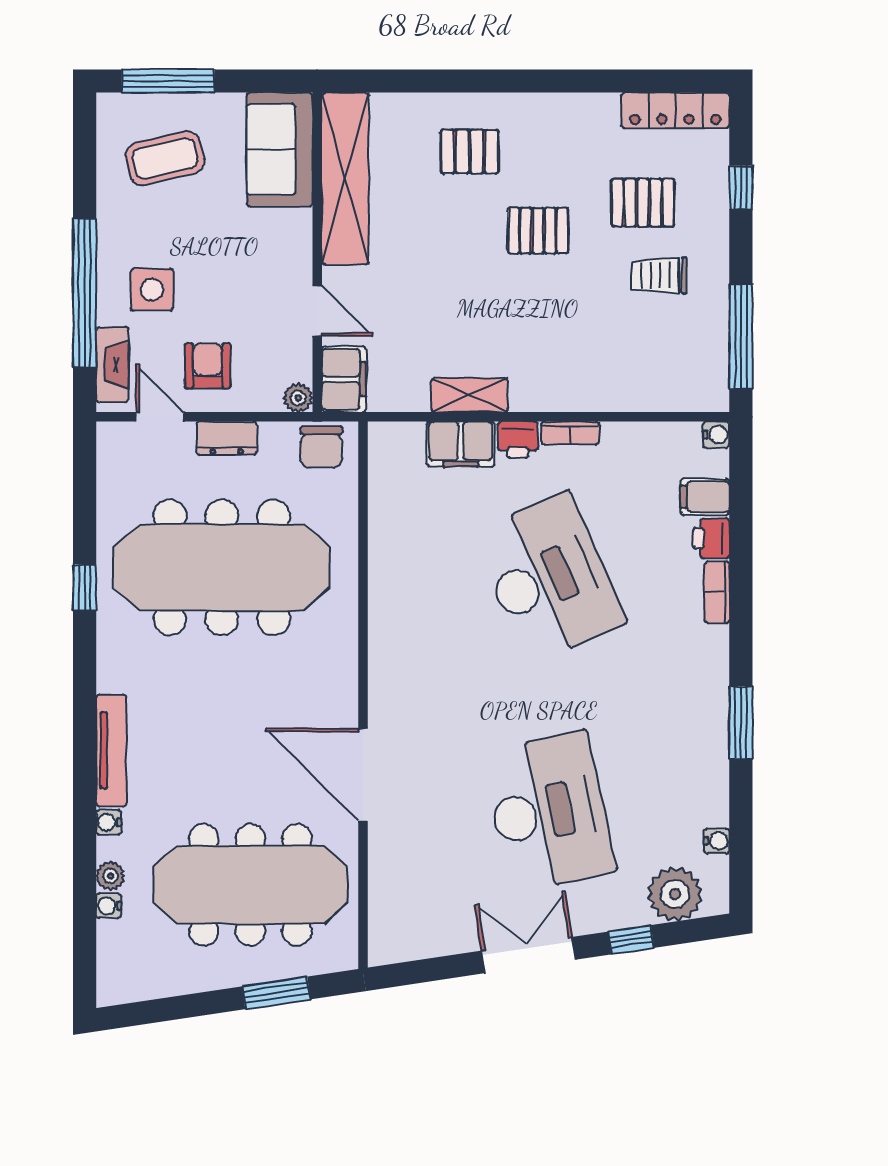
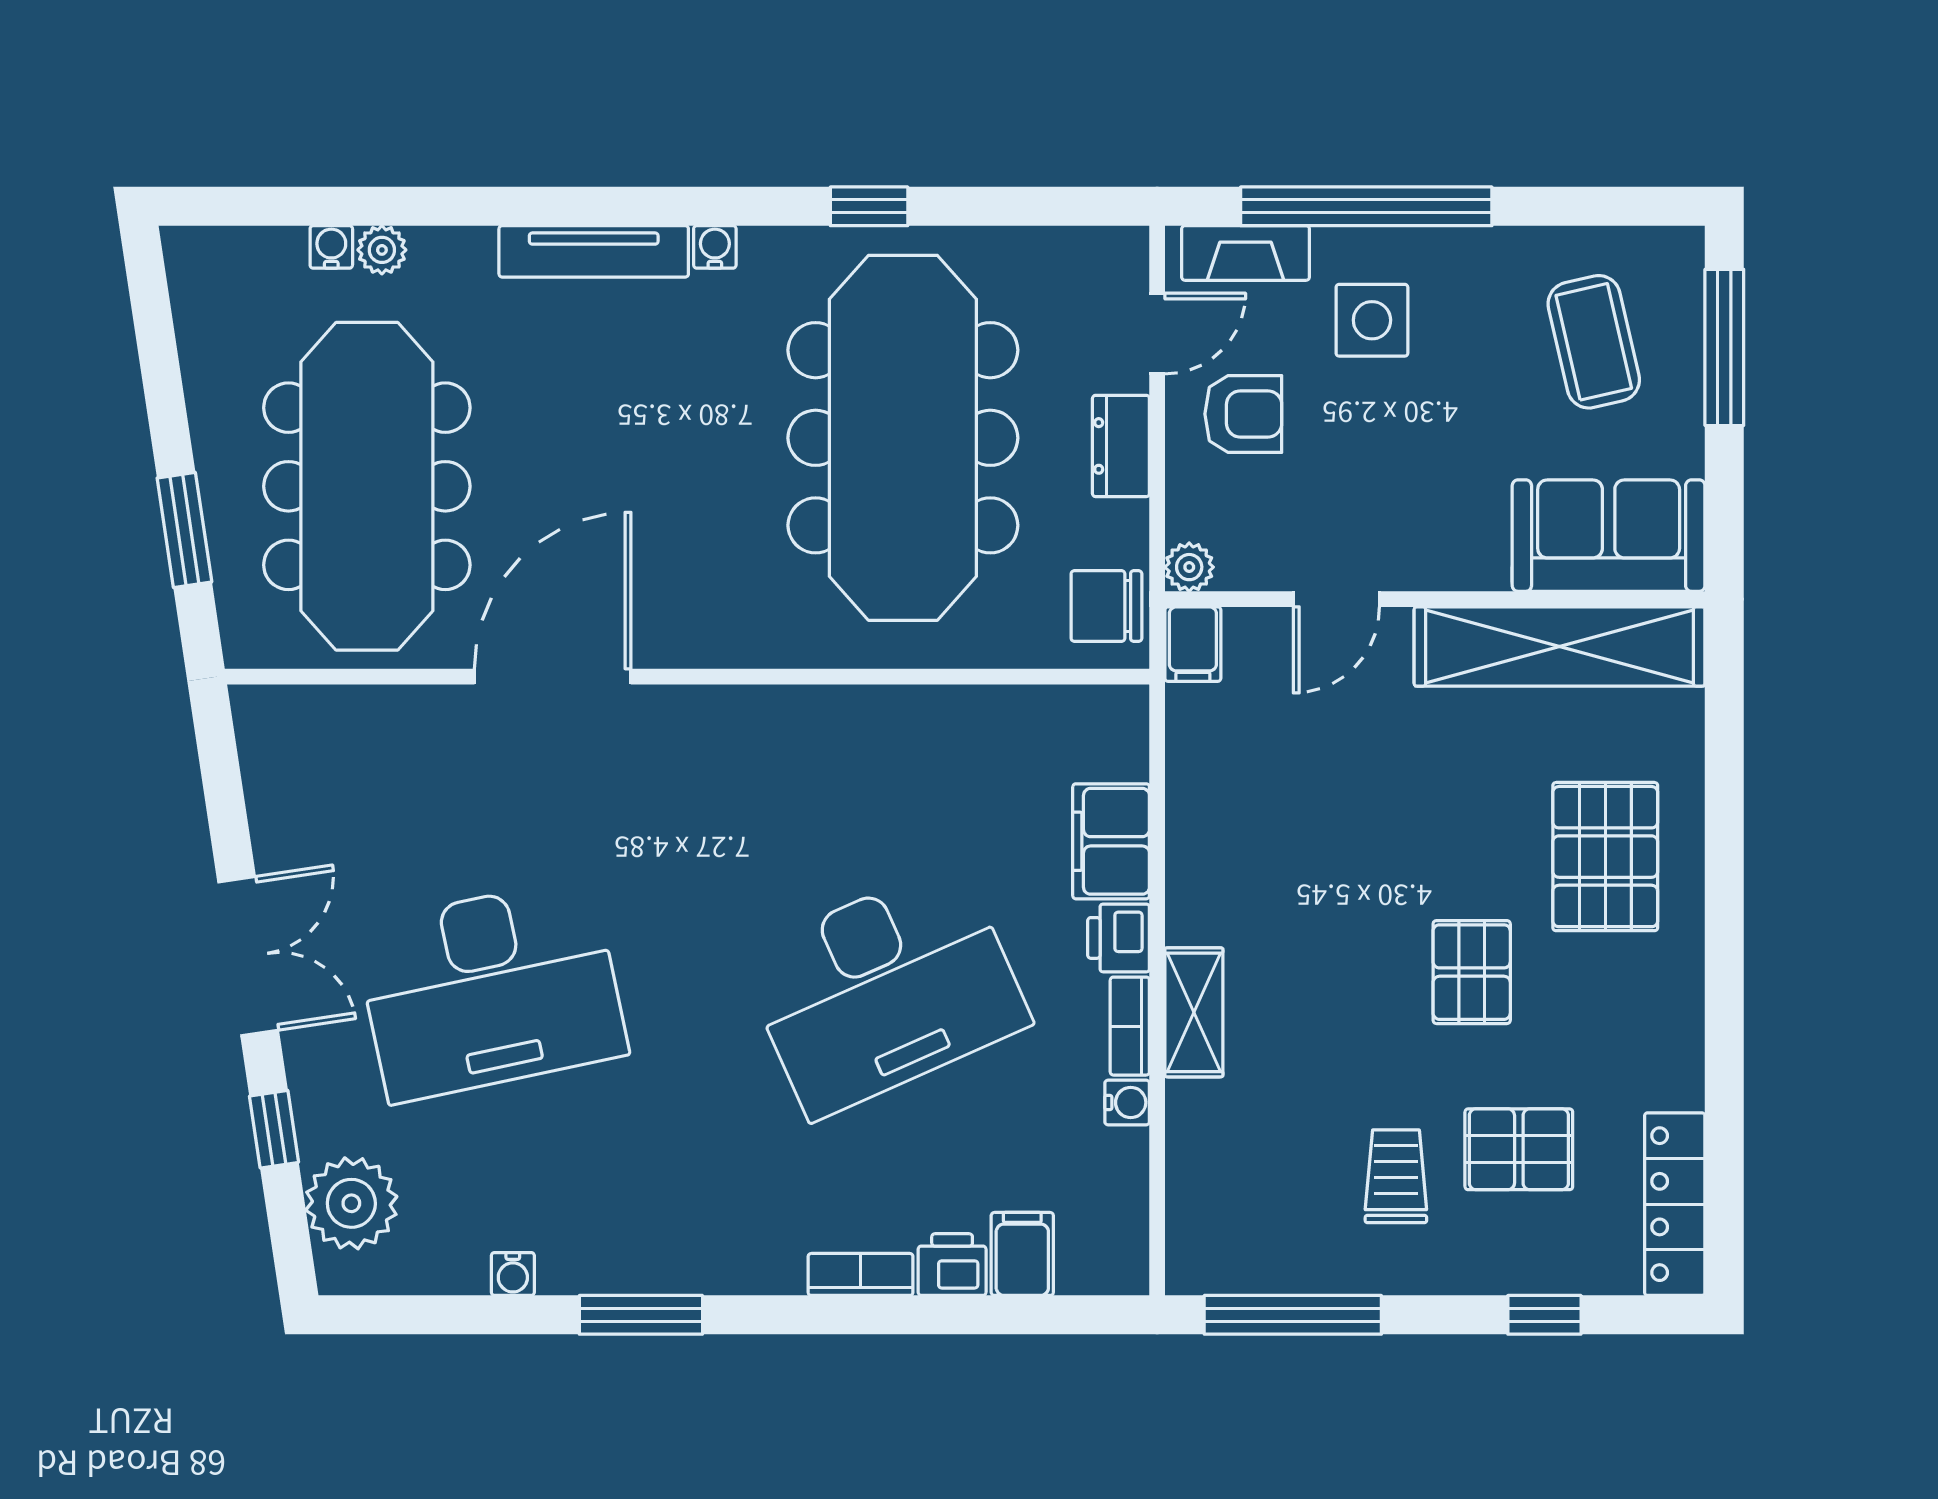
pallet: (470, 152) -> (1605, 857), width x1.50, depth x1.42
pallet: (643, 203) -> (1519, 1149), turned 90
filing cabinet: (344, 379) -> (1193, 644), width x0.50
shelving: (470, 395) -> (1194, 1012), moved
water cooler: (716, 435) -> (1127, 1102), moved, turned -90
water cooler: (109, 822) -> (715, 247), moved
water cooler: (717, 841) -> (513, 1274), moved

